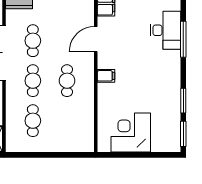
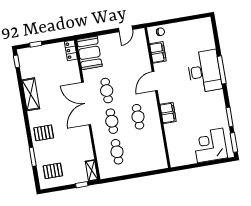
desk: (166, 30) -> (204, 71), width x1.36, depth x1.30
filing cabinet: (106, 76) -> (168, 113), width x2.00
corner desk: (131, 133) -> (210, 145), moved

